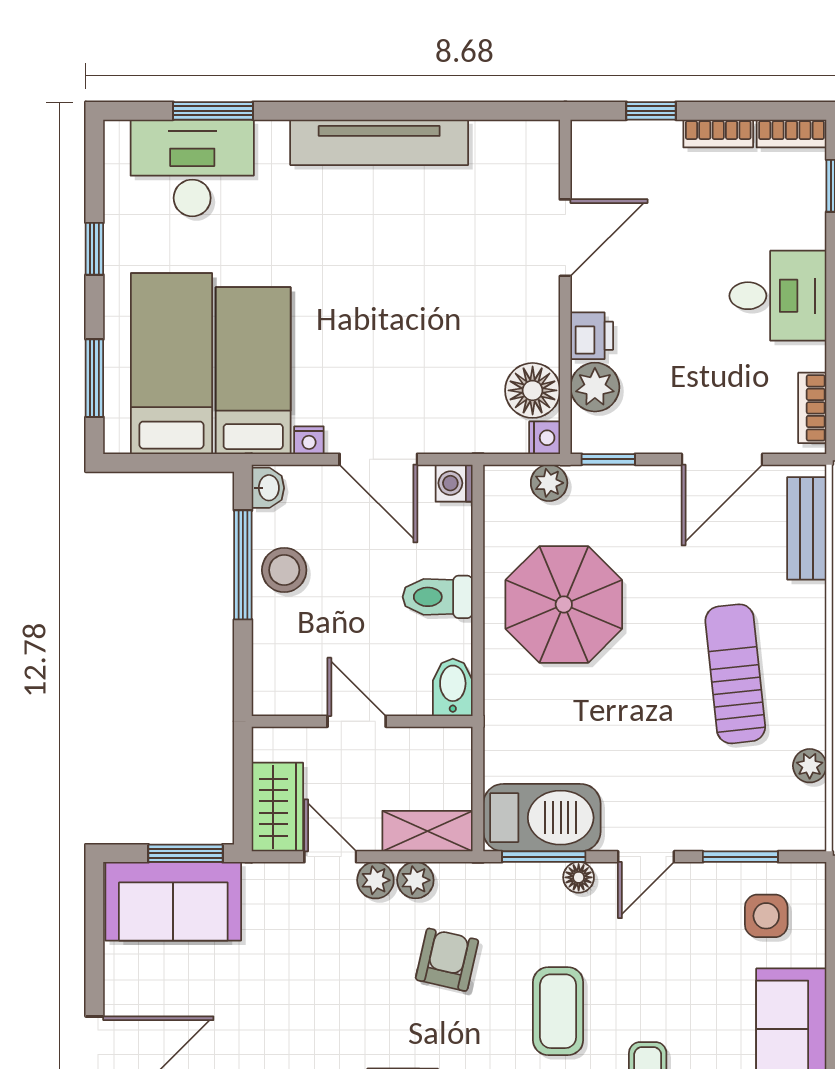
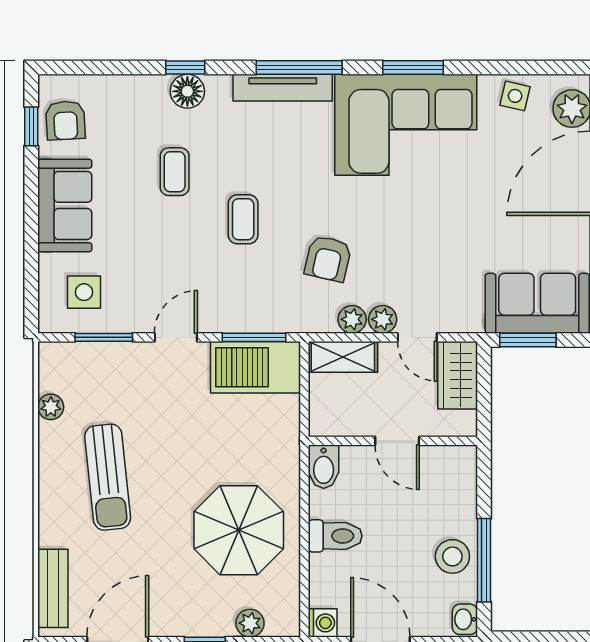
floor lamp: (579, 877) -> (227, 322), removed
coffee table: (558, 1011) -> (243, 219), width x0.73, depth x0.77

